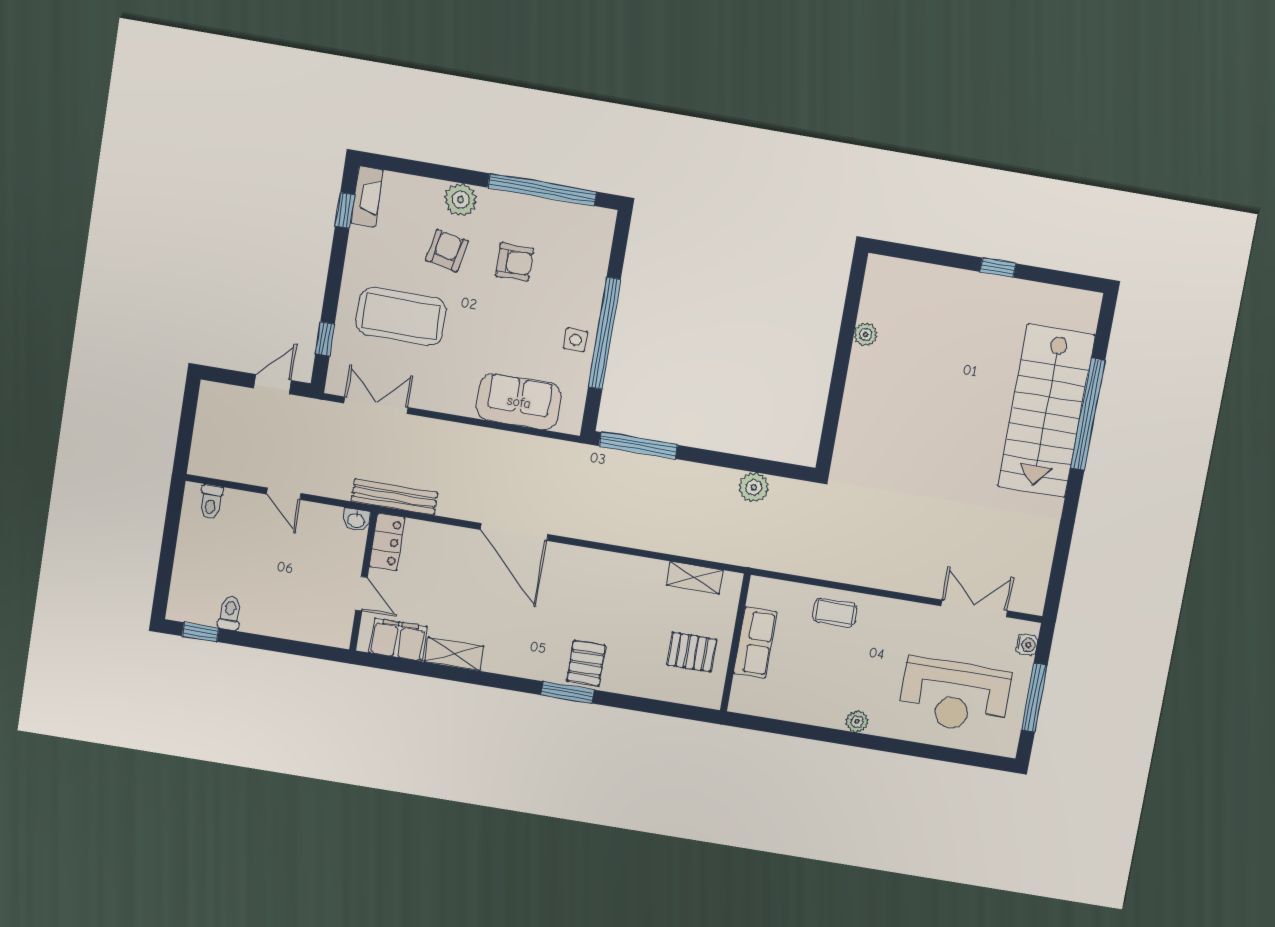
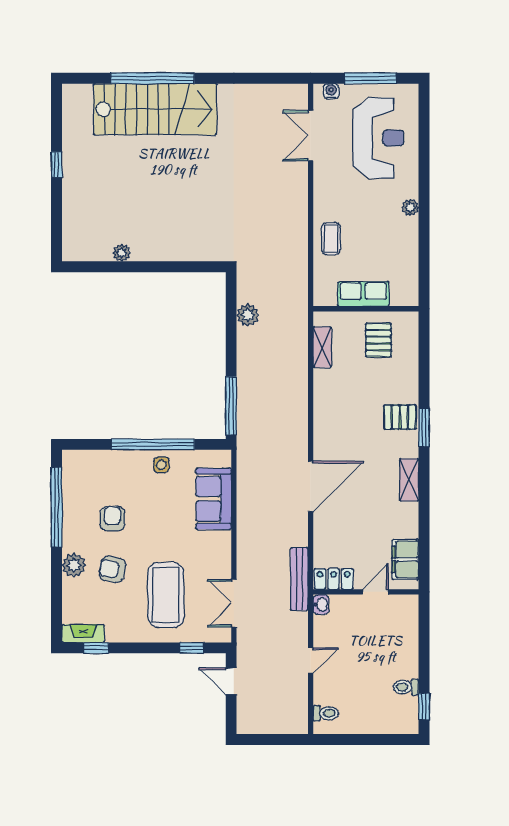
shelving: (454, 654) -> (409, 480), moved

